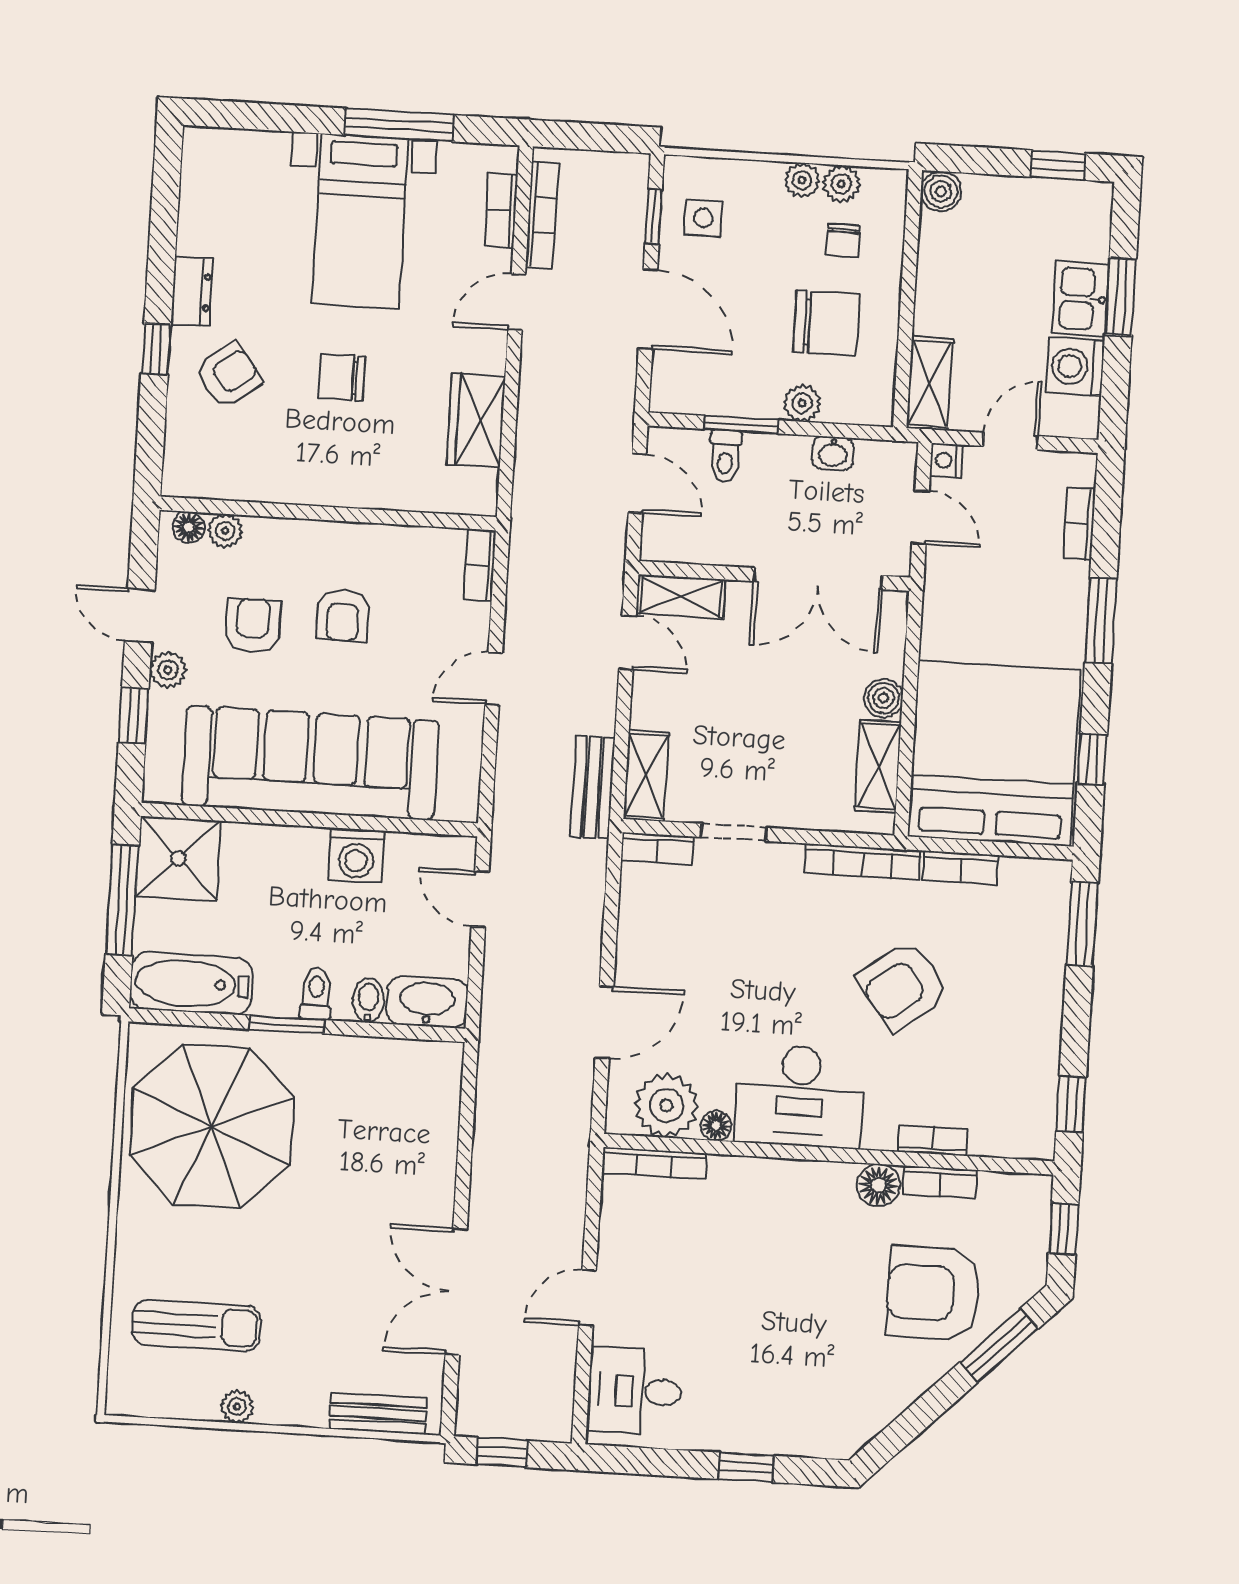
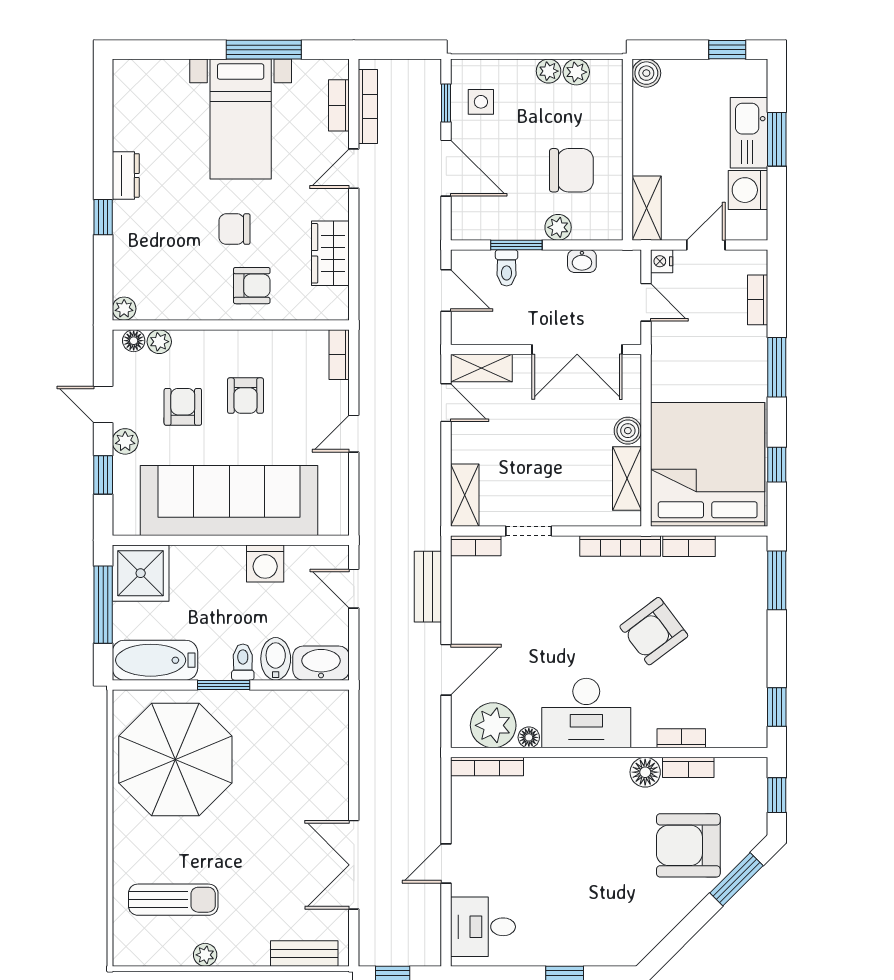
chair: (843, 240) -> (580, 112), removed
kitchen sink: (1081, 299) -> (749, 133), width x1.38
armchair: (228, 375) -> (252, 286), moved, turned 37
plant: (178, 481) -> (124, 309), added
bench: (593, 787) -> (428, 587), moved
bidet: (368, 1000) -> (276, 659), width x1.38, depth x1.36

